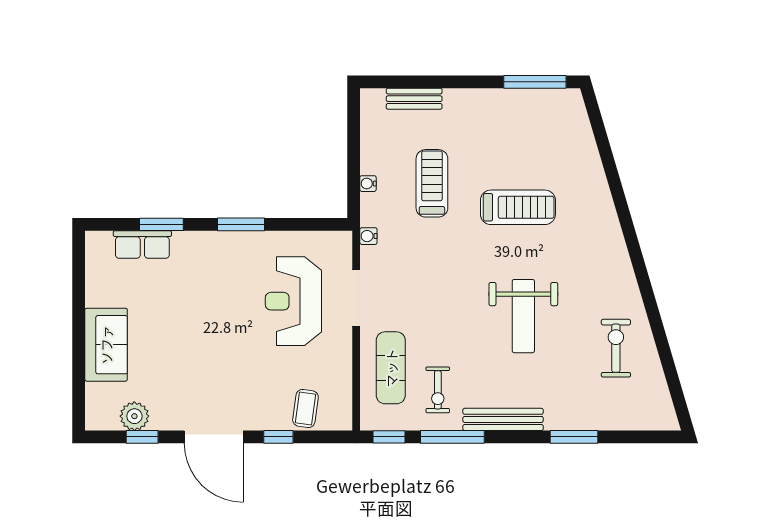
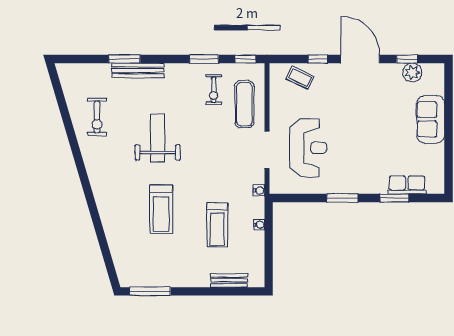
treadmill: (518, 207) -> (161, 209), turned -90
exercise bike: (438, 390) -> (214, 90), turned 180
coffee table: (305, 409) -> (300, 78), turned -73
bench: (503, 419) -> (138, 70), moved
window: (452, 437) -> (204, 59), width x0.69

